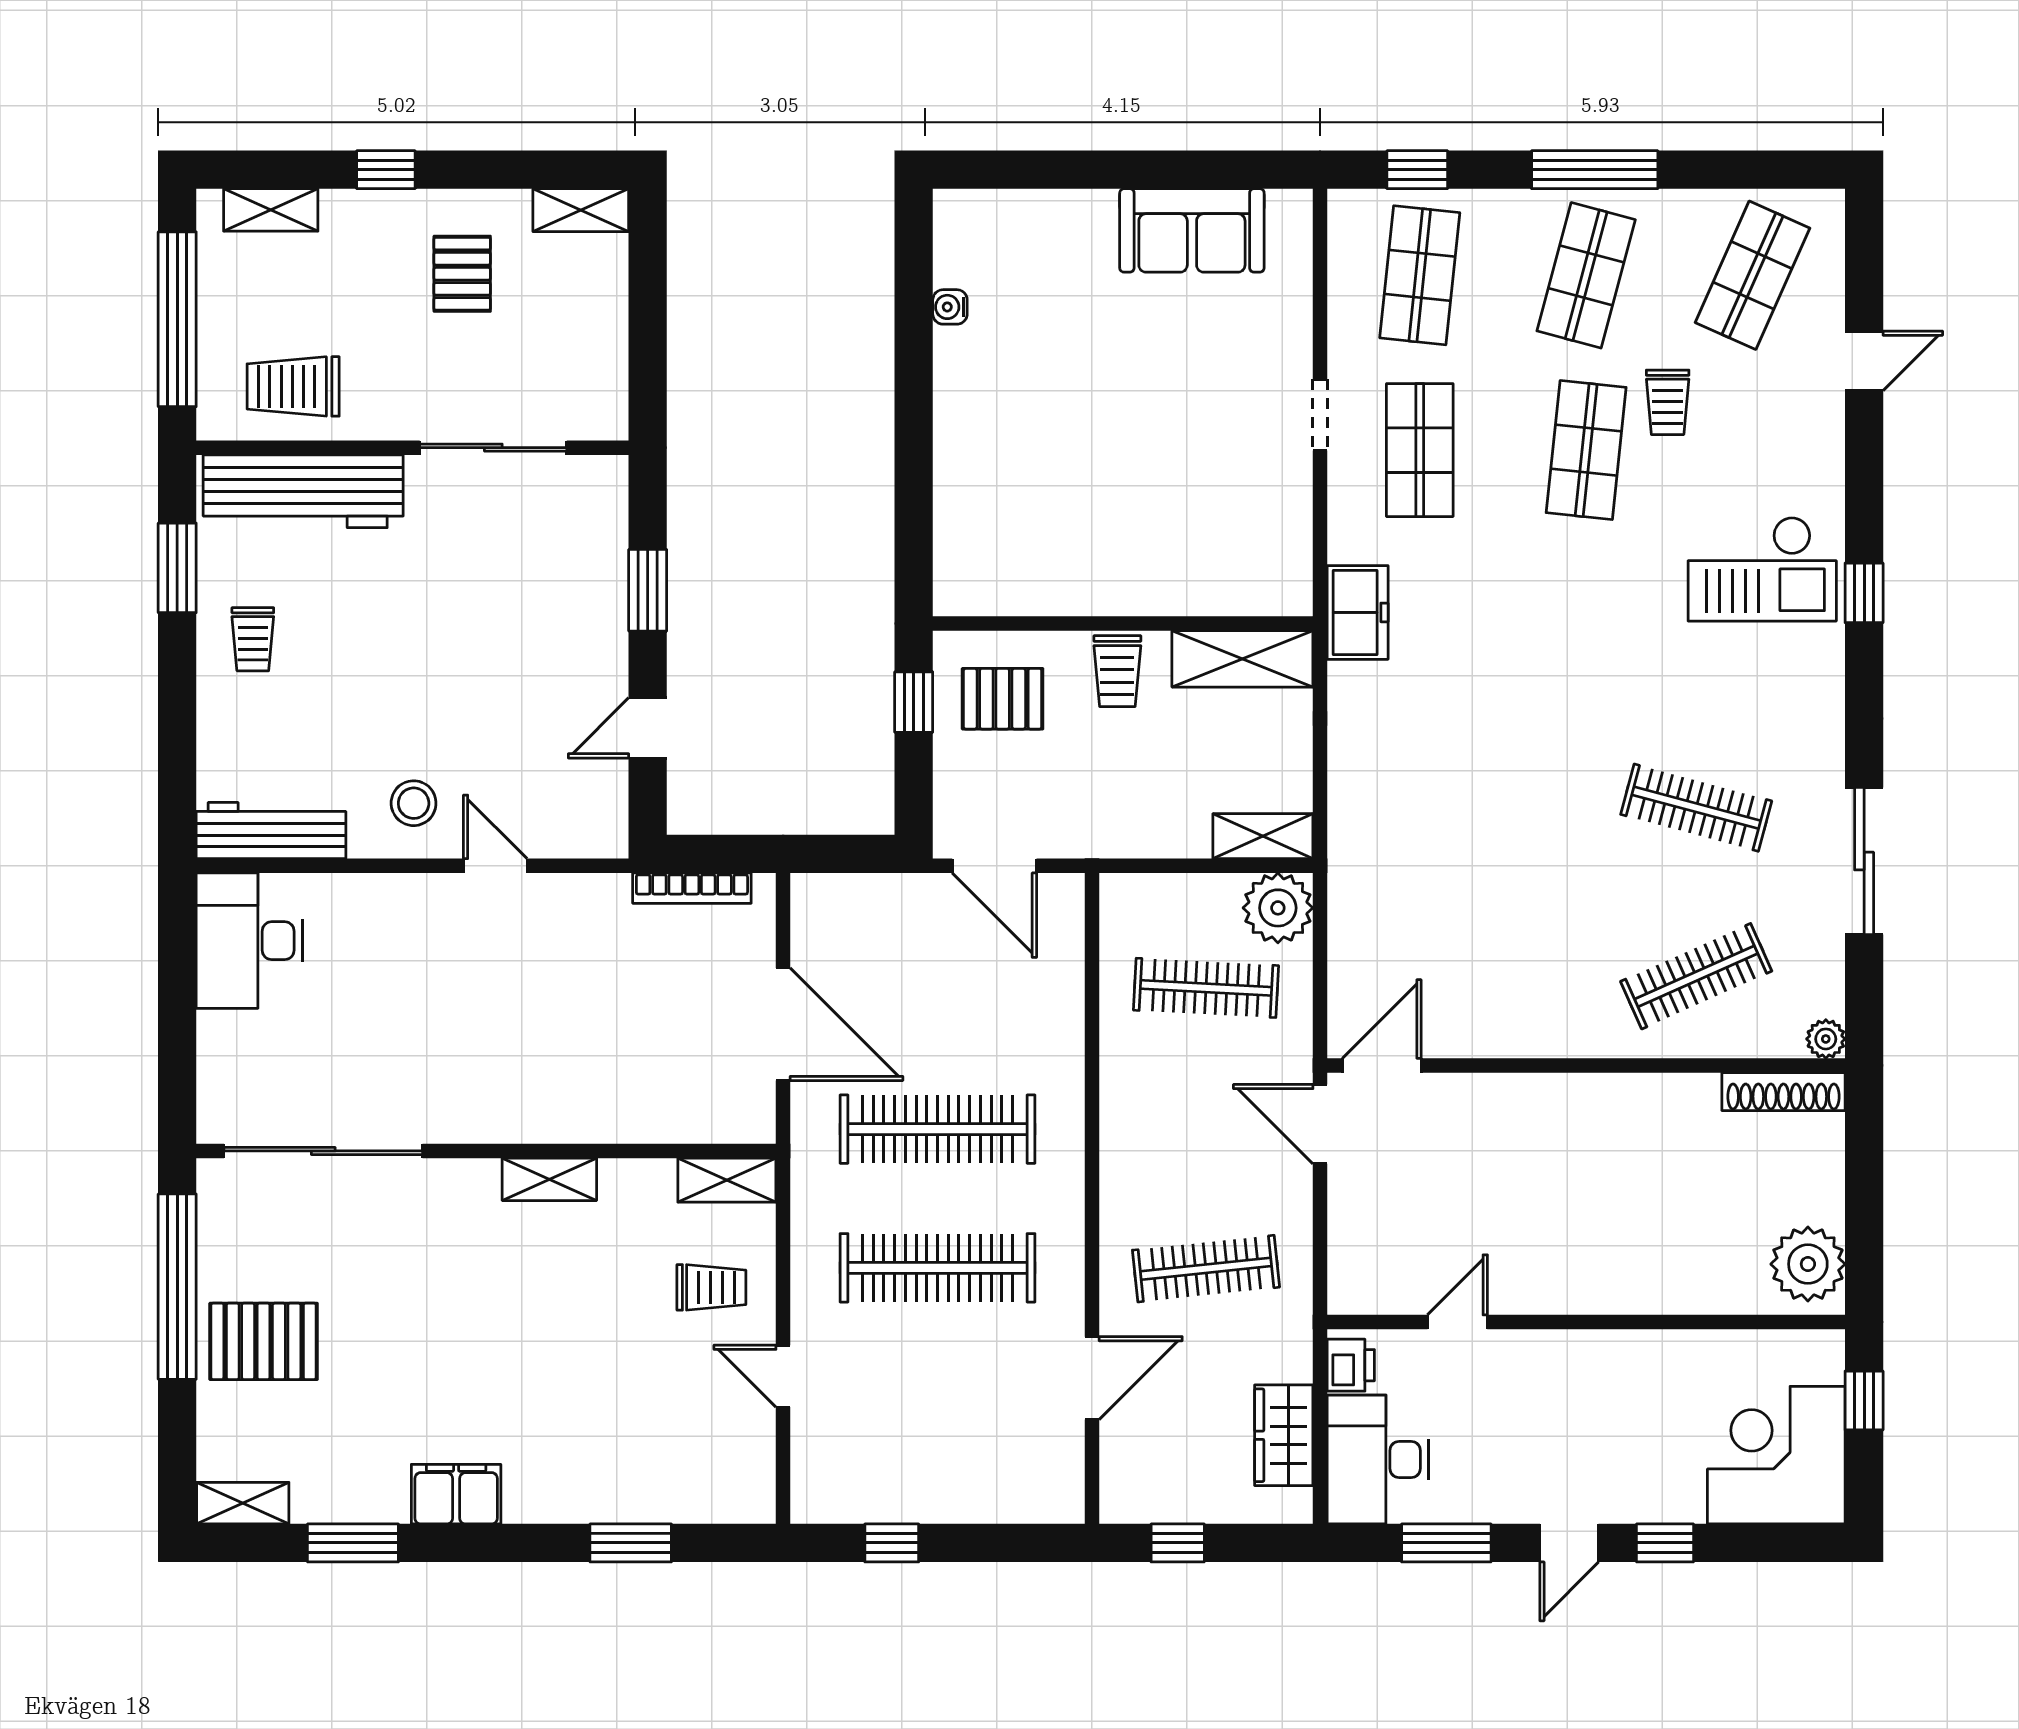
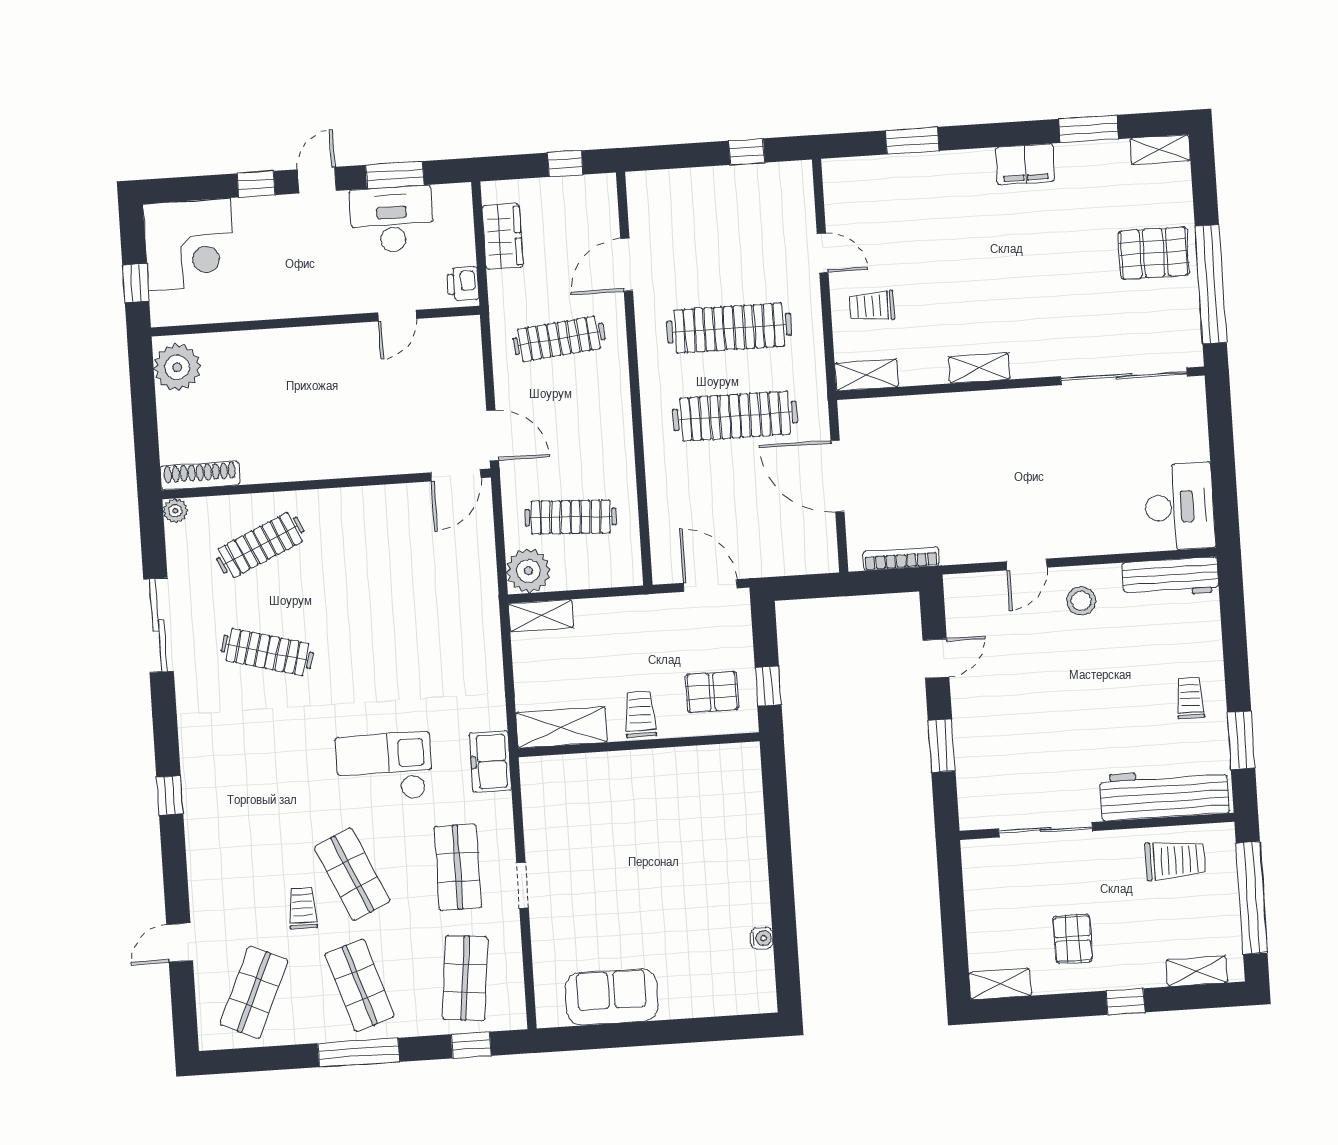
shop shelf: (1586, 275) -> (360, 985), turned -33
shop shelf: (1586, 450) -> (352, 874), turned -30
checkout: (1762, 569) -> (384, 768), moved
door: (495, 866) -> (1027, 565), hinge flipped
desk: (1378, 1459) -> (392, 220), moved, turned -90

